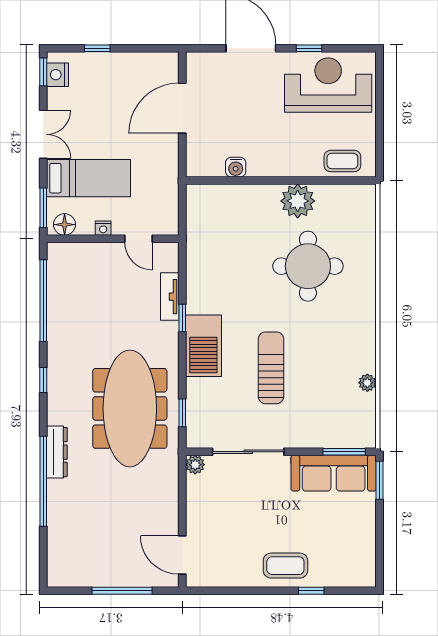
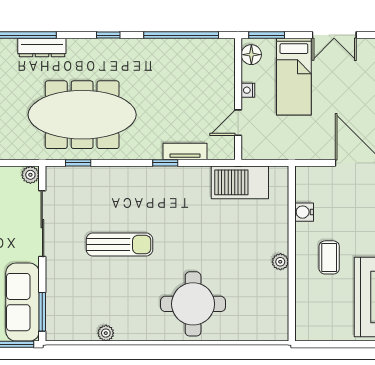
coffee table: (342, 161) -> (329, 257), moved
plant: (298, 201) -> (280, 262), width x0.53, depth x0.53
round table: (308, 266) -> (193, 304), moved
barbecue: (203, 346) -> (240, 182), moved

